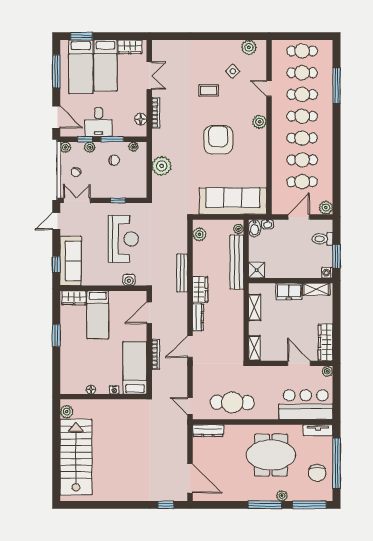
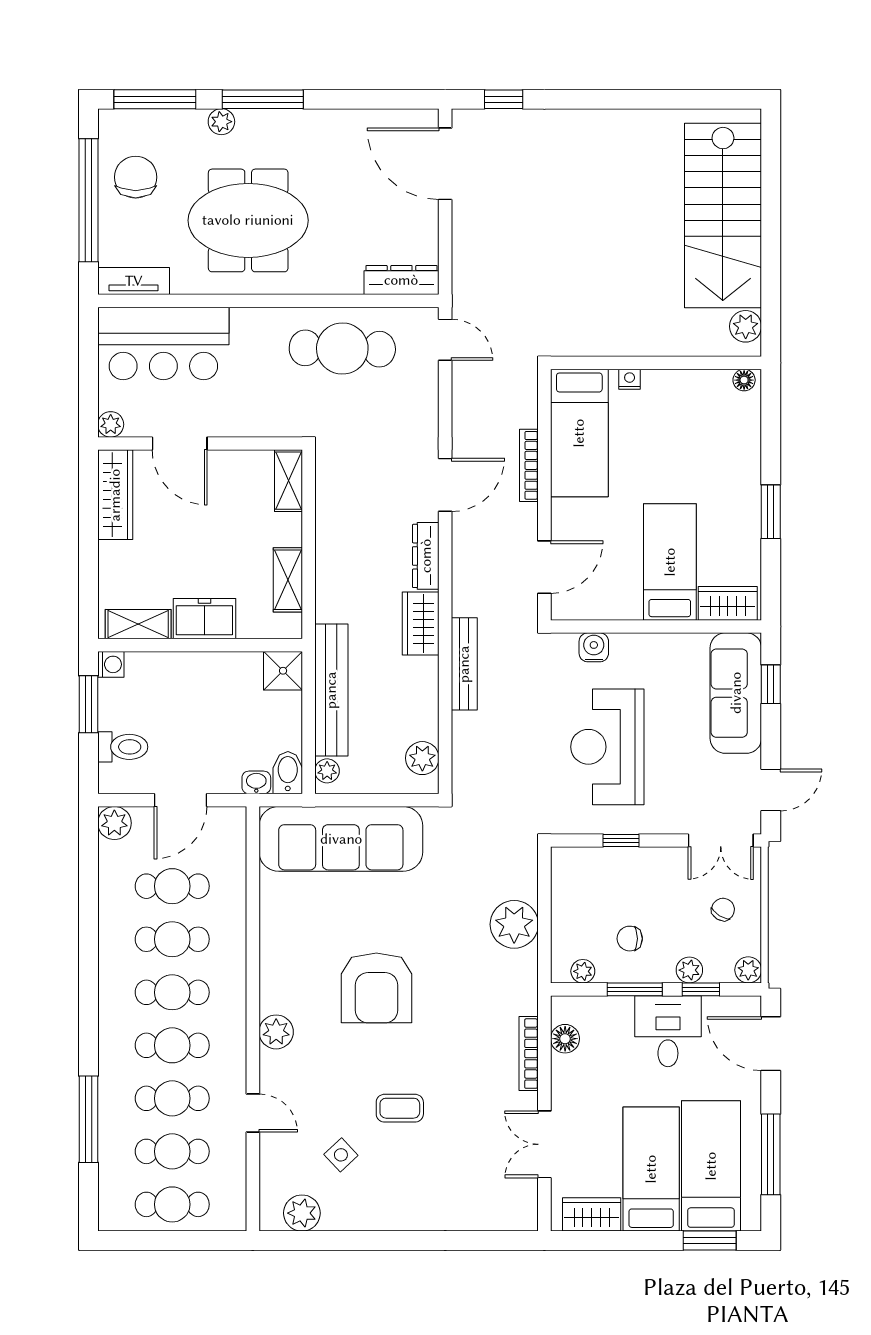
floor lamp: (91, 390) -> (744, 380), moved

